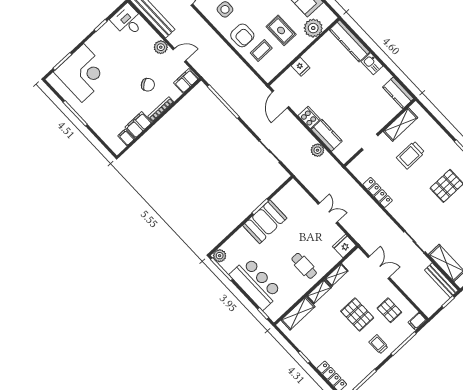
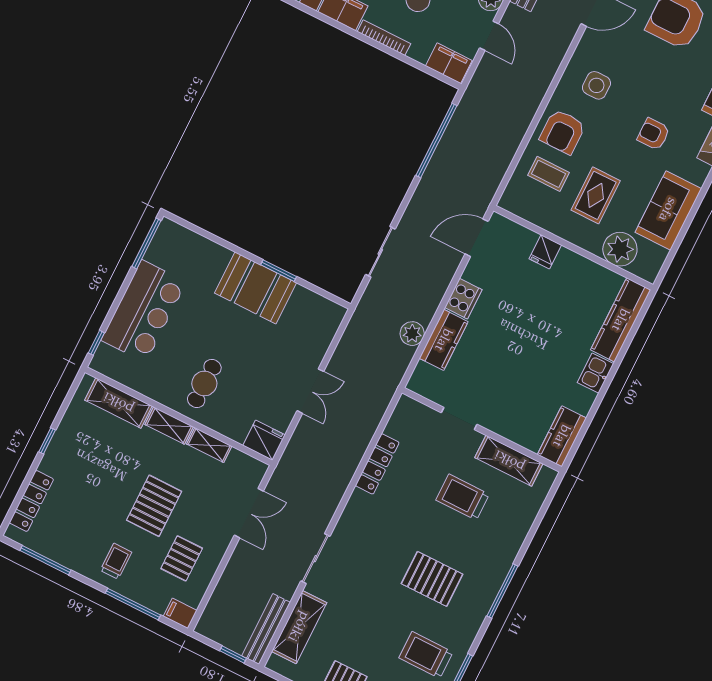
plant: (220, 256) -> (169, 231), removed

